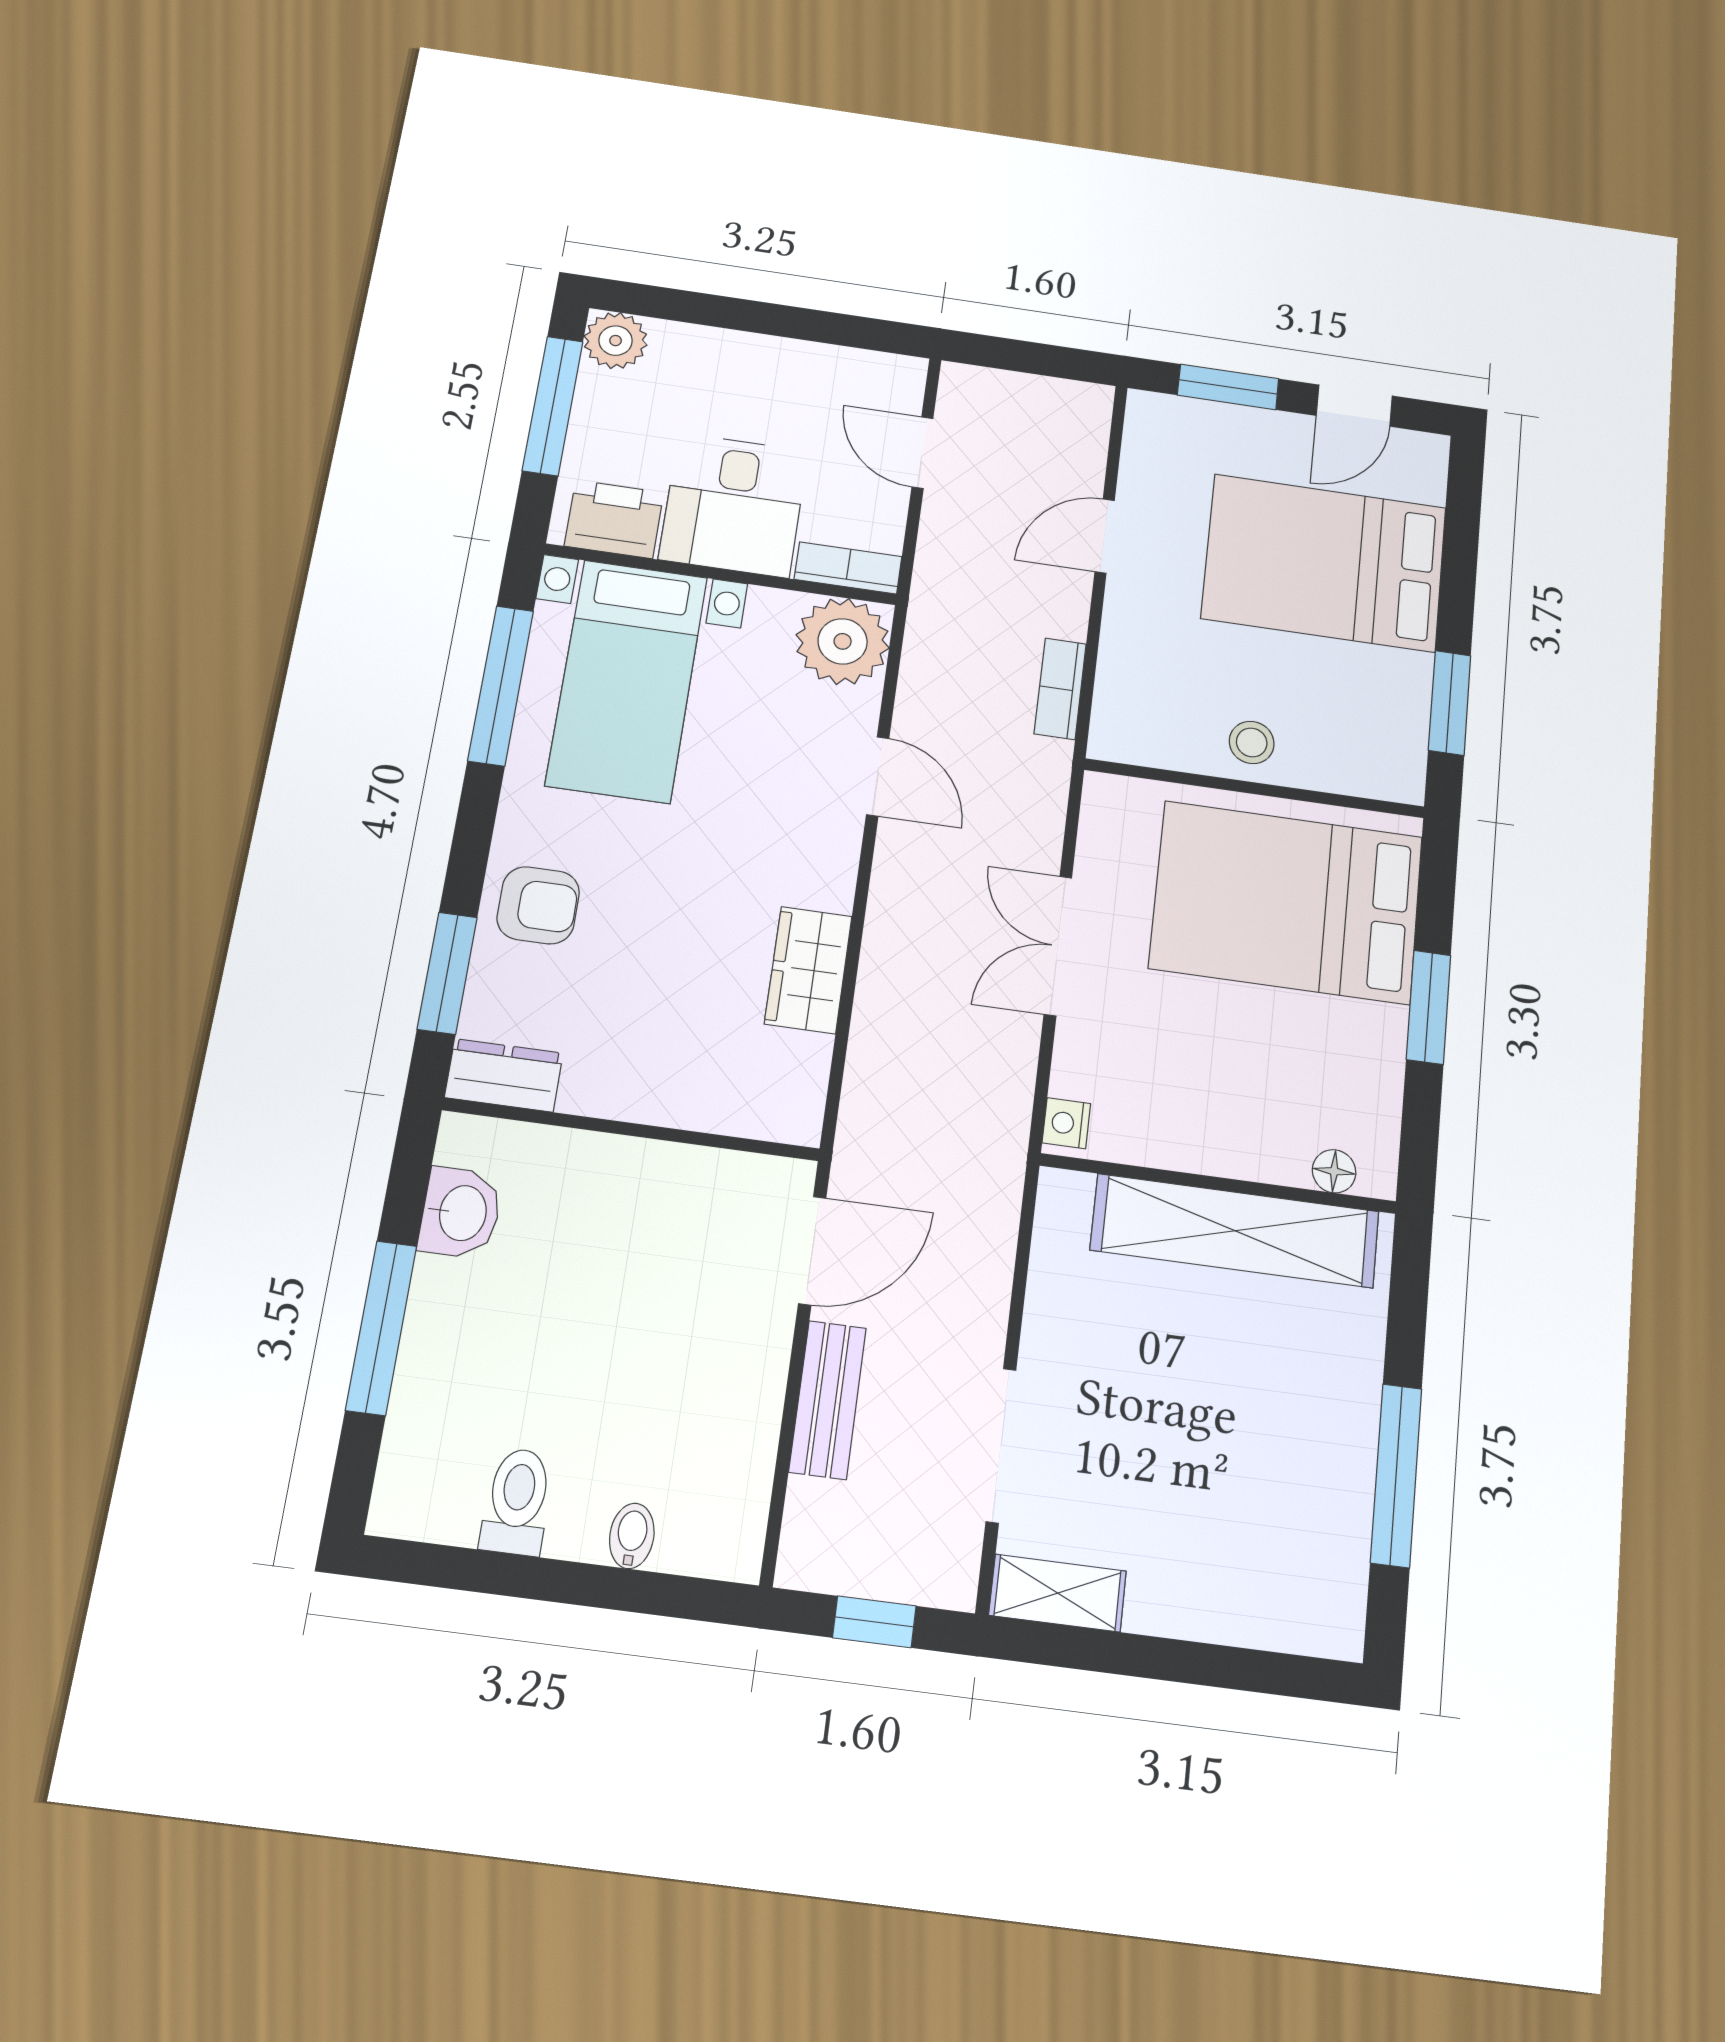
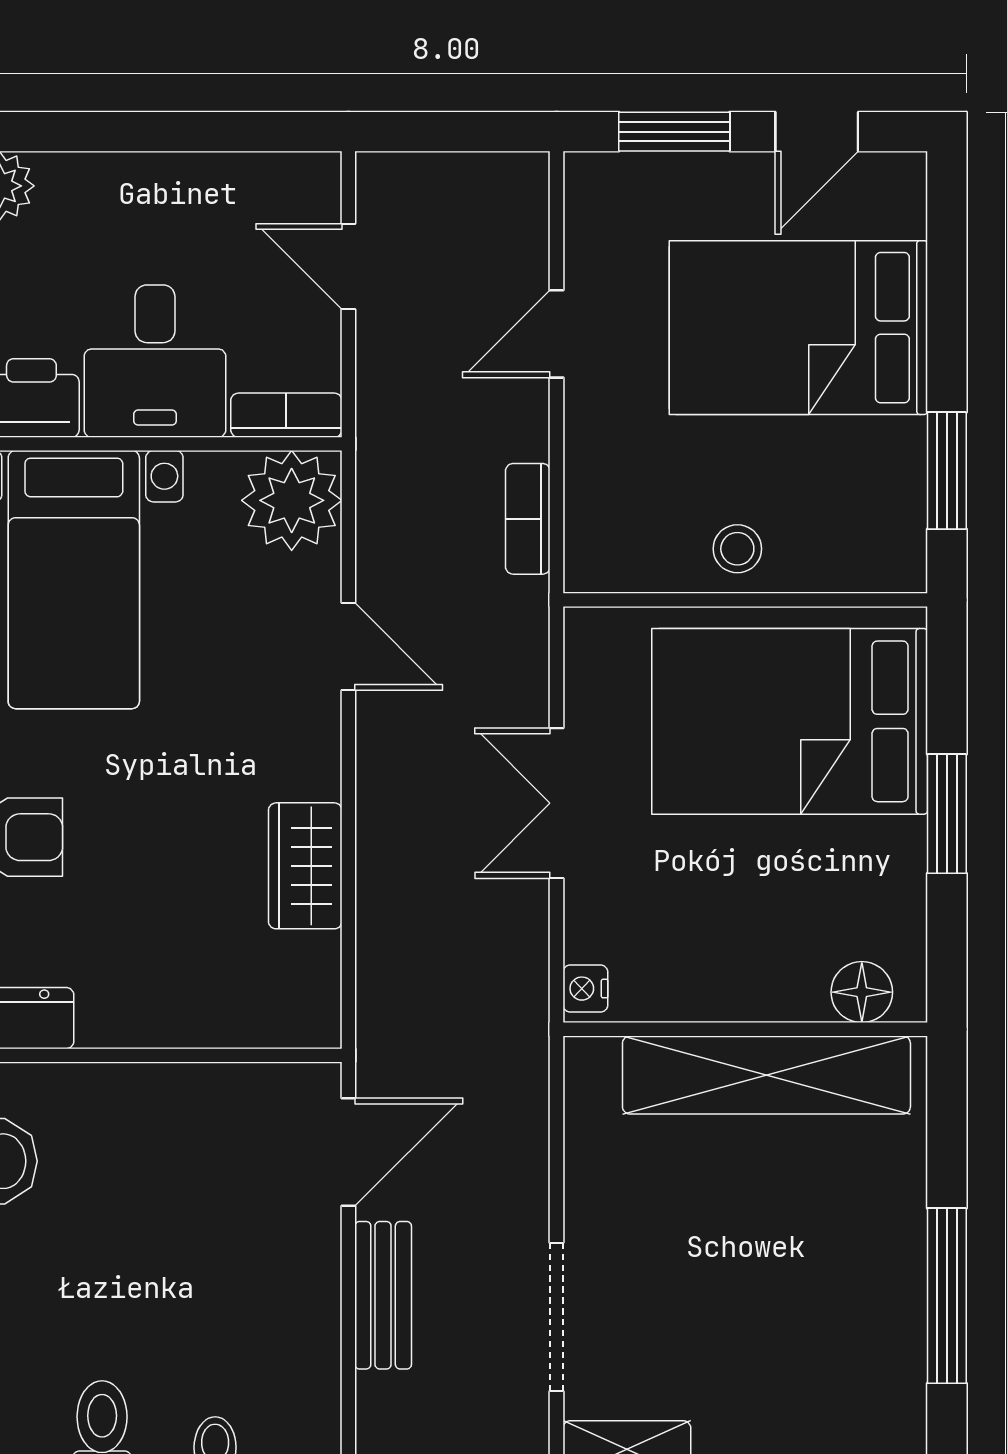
floor lamp: (1334, 1171) -> (862, 992), width x1.37, depth x1.37

